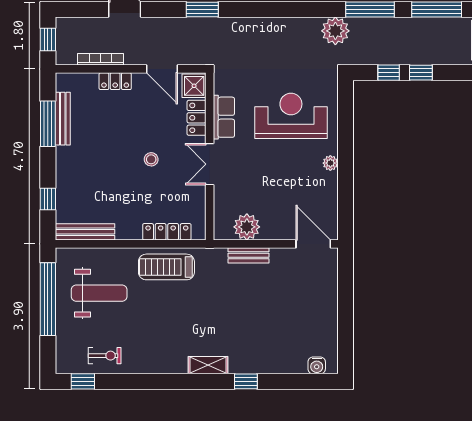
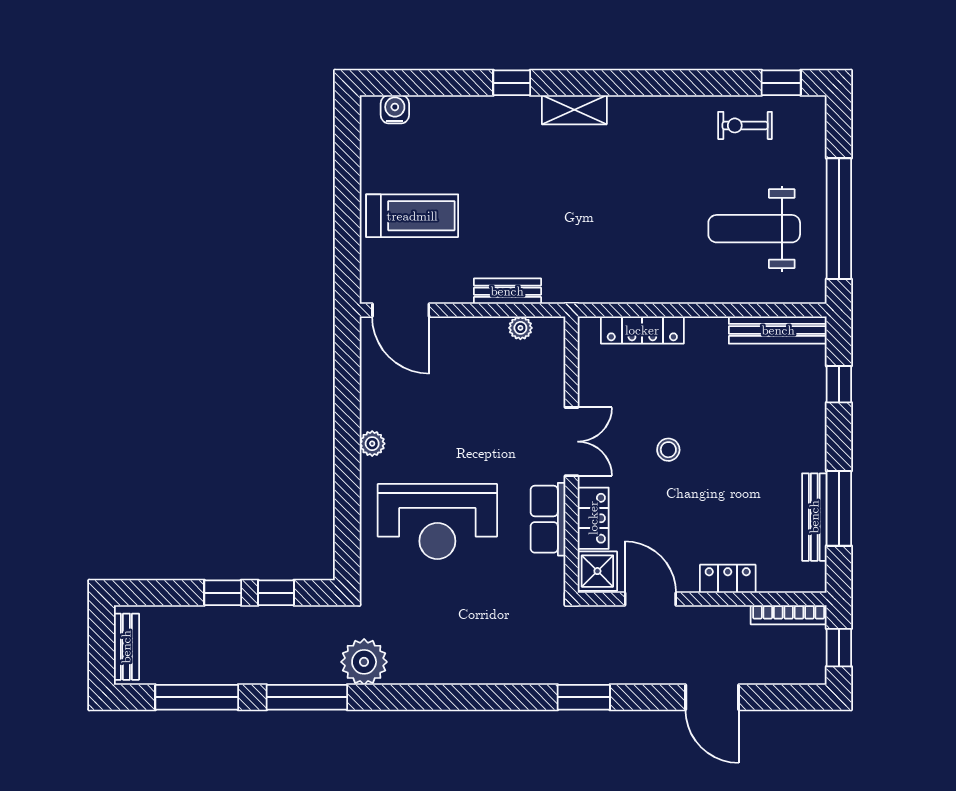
bookcase: (100, 59) -> (789, 615), moved
plant: (247, 227) -> (520, 328), width x0.53, depth x0.53
treadmill: (166, 267) -> (412, 216), moved

